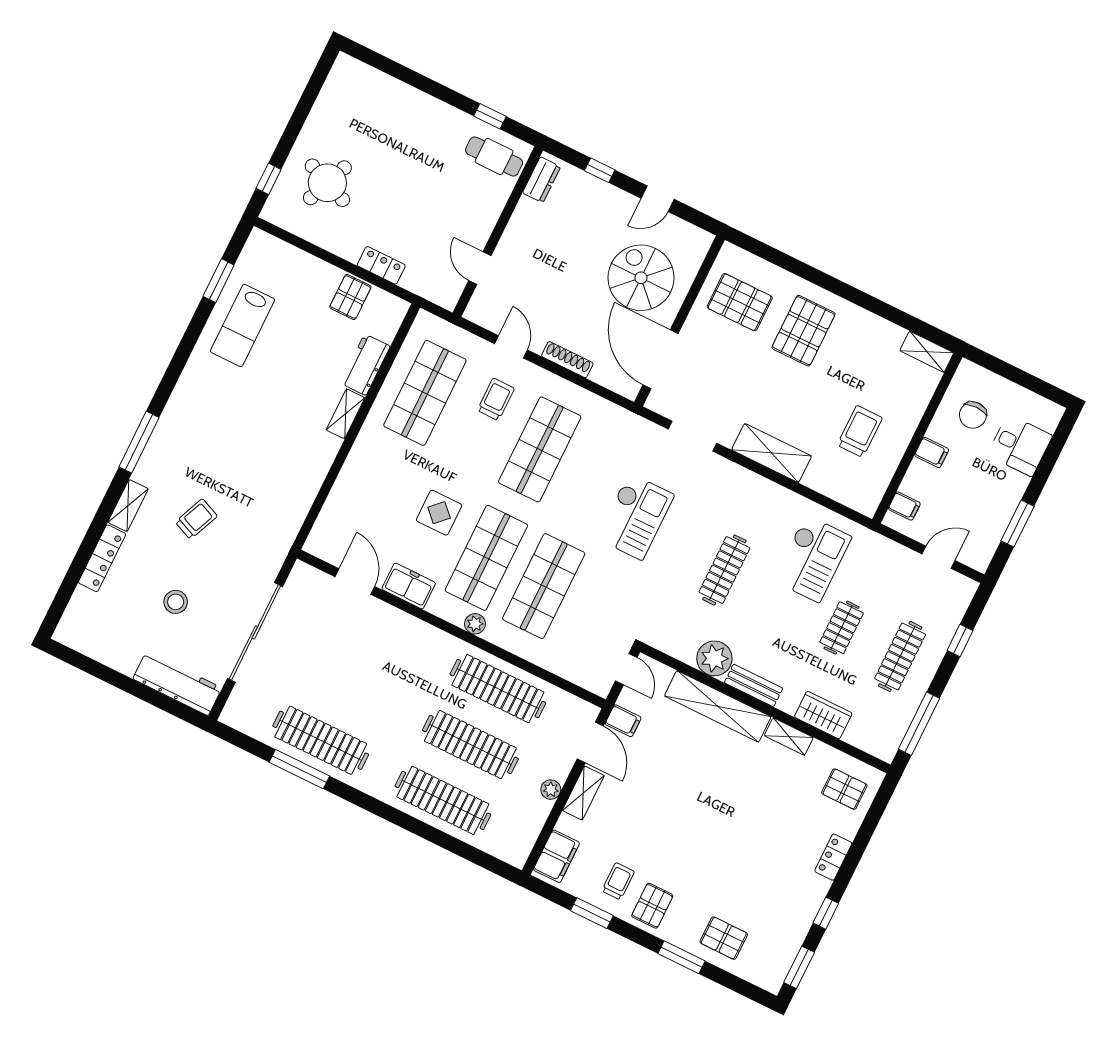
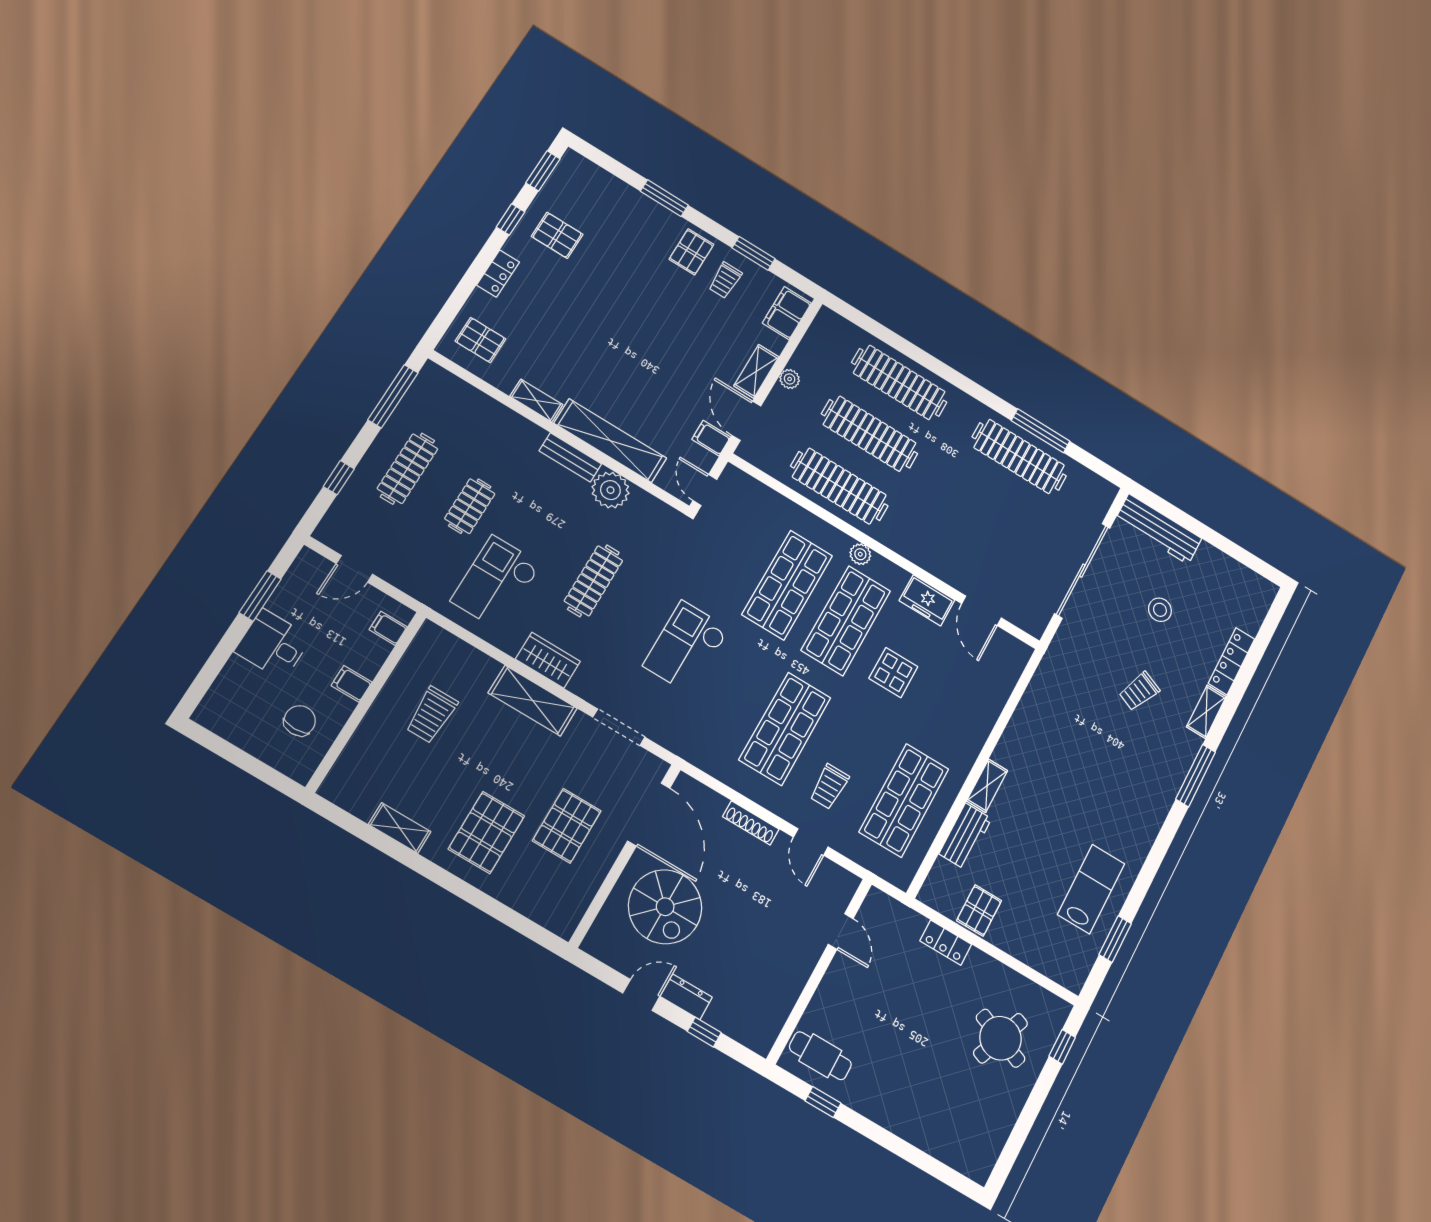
dresser: (541, 180) -> (686, 997), moved, turned 90
pallet: (740, 302) -> (567, 826), moved, turned 90
shelving: (927, 352) -> (400, 828), moved
desk: (1020, 445) -> (273, 645), moved
wardrobe: (823, 715) -> (548, 660), moved, turned 180
pallet: (724, 938) -> (557, 235), moved

